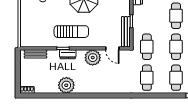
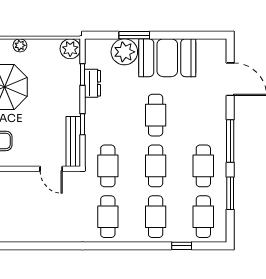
plant: (93, 58) -> (19, 184), removed

